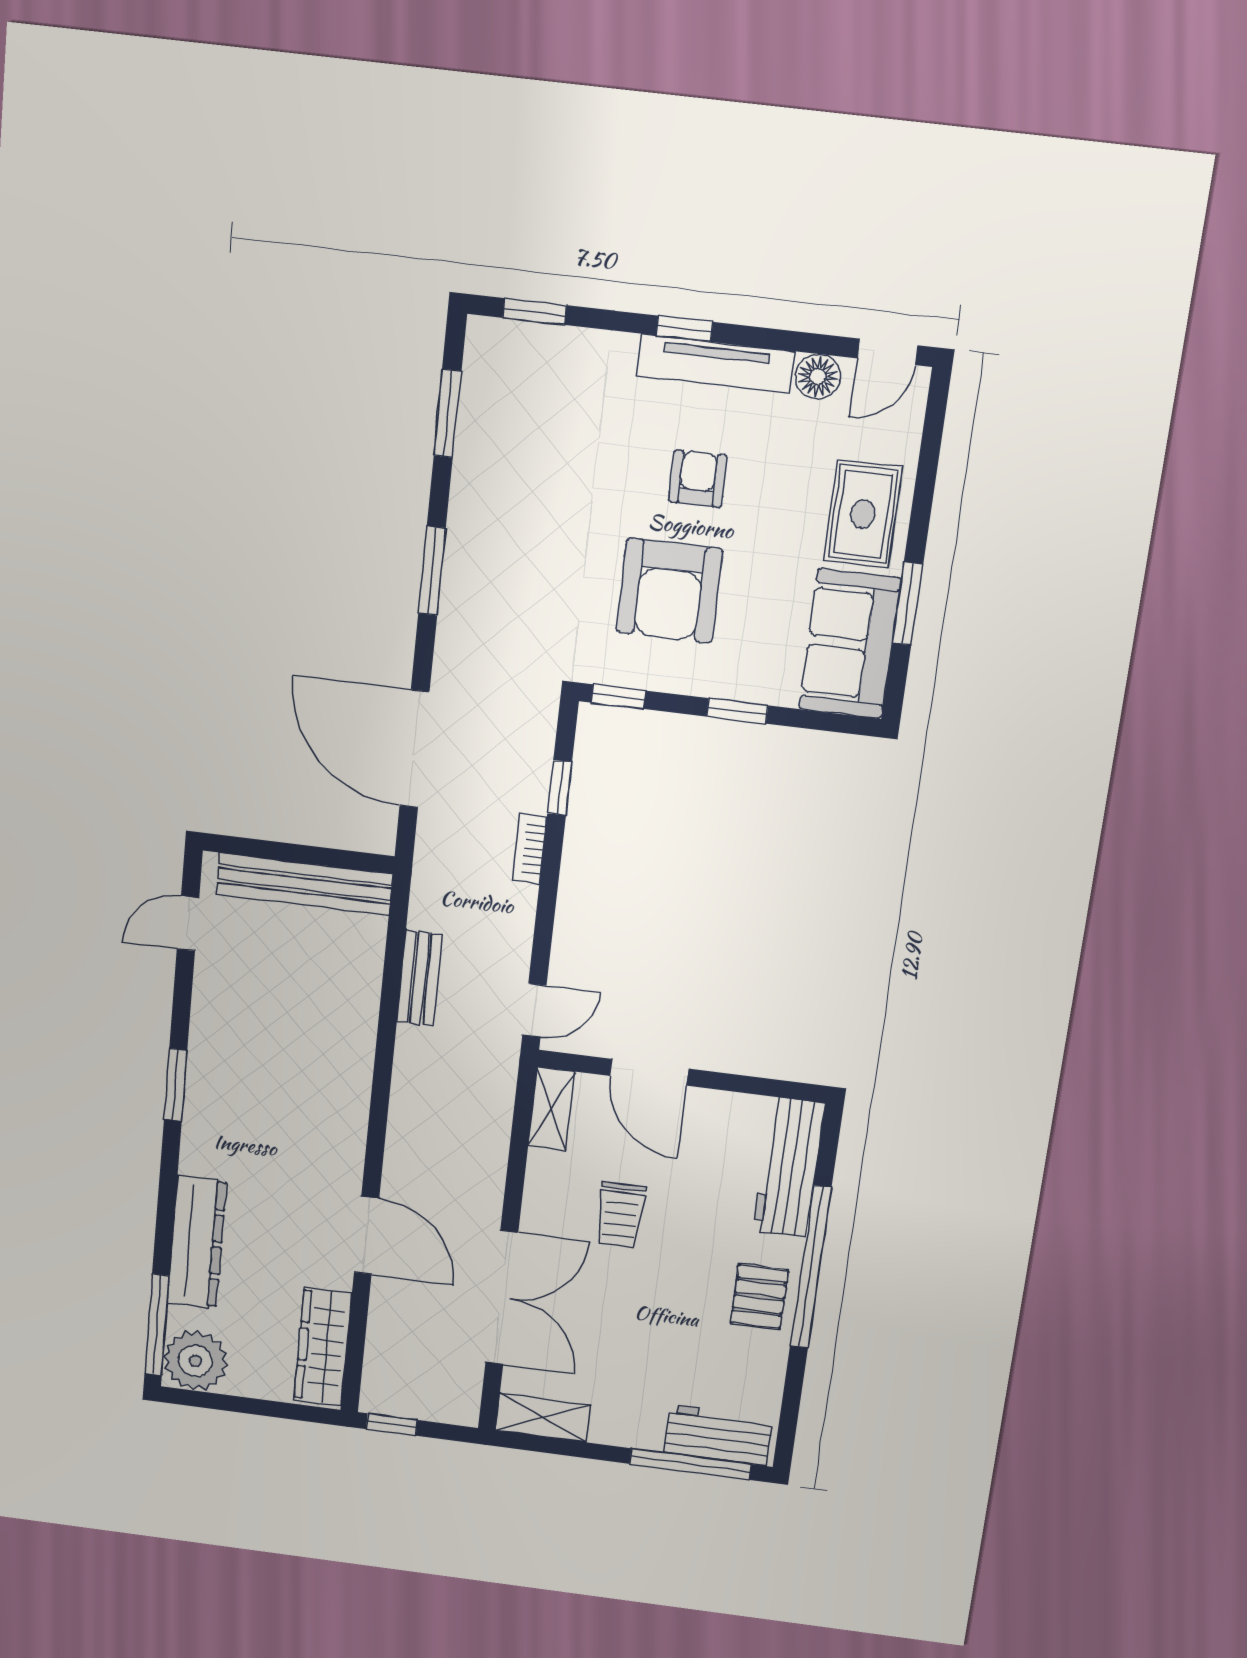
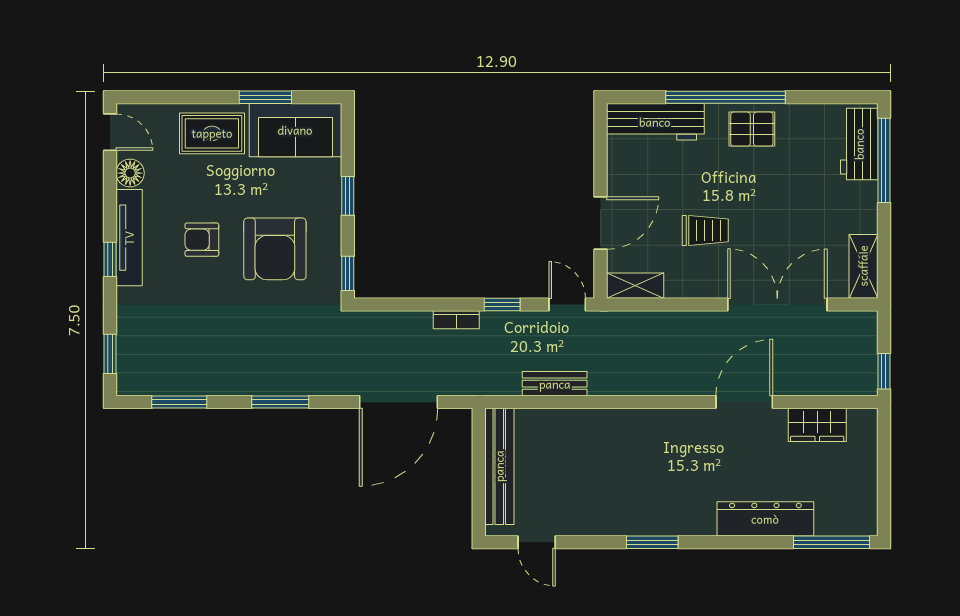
armchair: (669, 591) -> (275, 249), turned 90
window: (560, 788) -> (502, 305), moved
wardrobe: (323, 1347) -> (817, 425), width x0.67
plant: (195, 1361) -> (855, 513), removed

